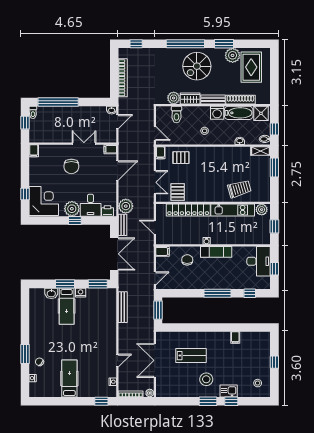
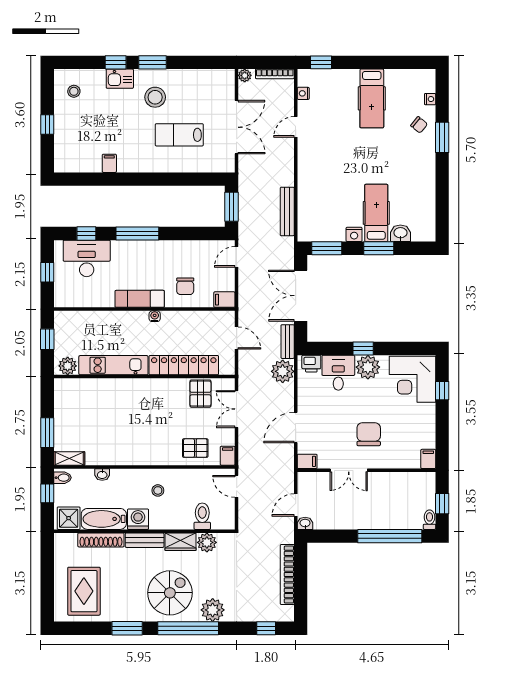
plant: (233, 55) -> (213, 610), moved
trolley: (239, 189) -> (103, 399), removed
desk: (259, 261) -> (87, 258), moved, turned 90

